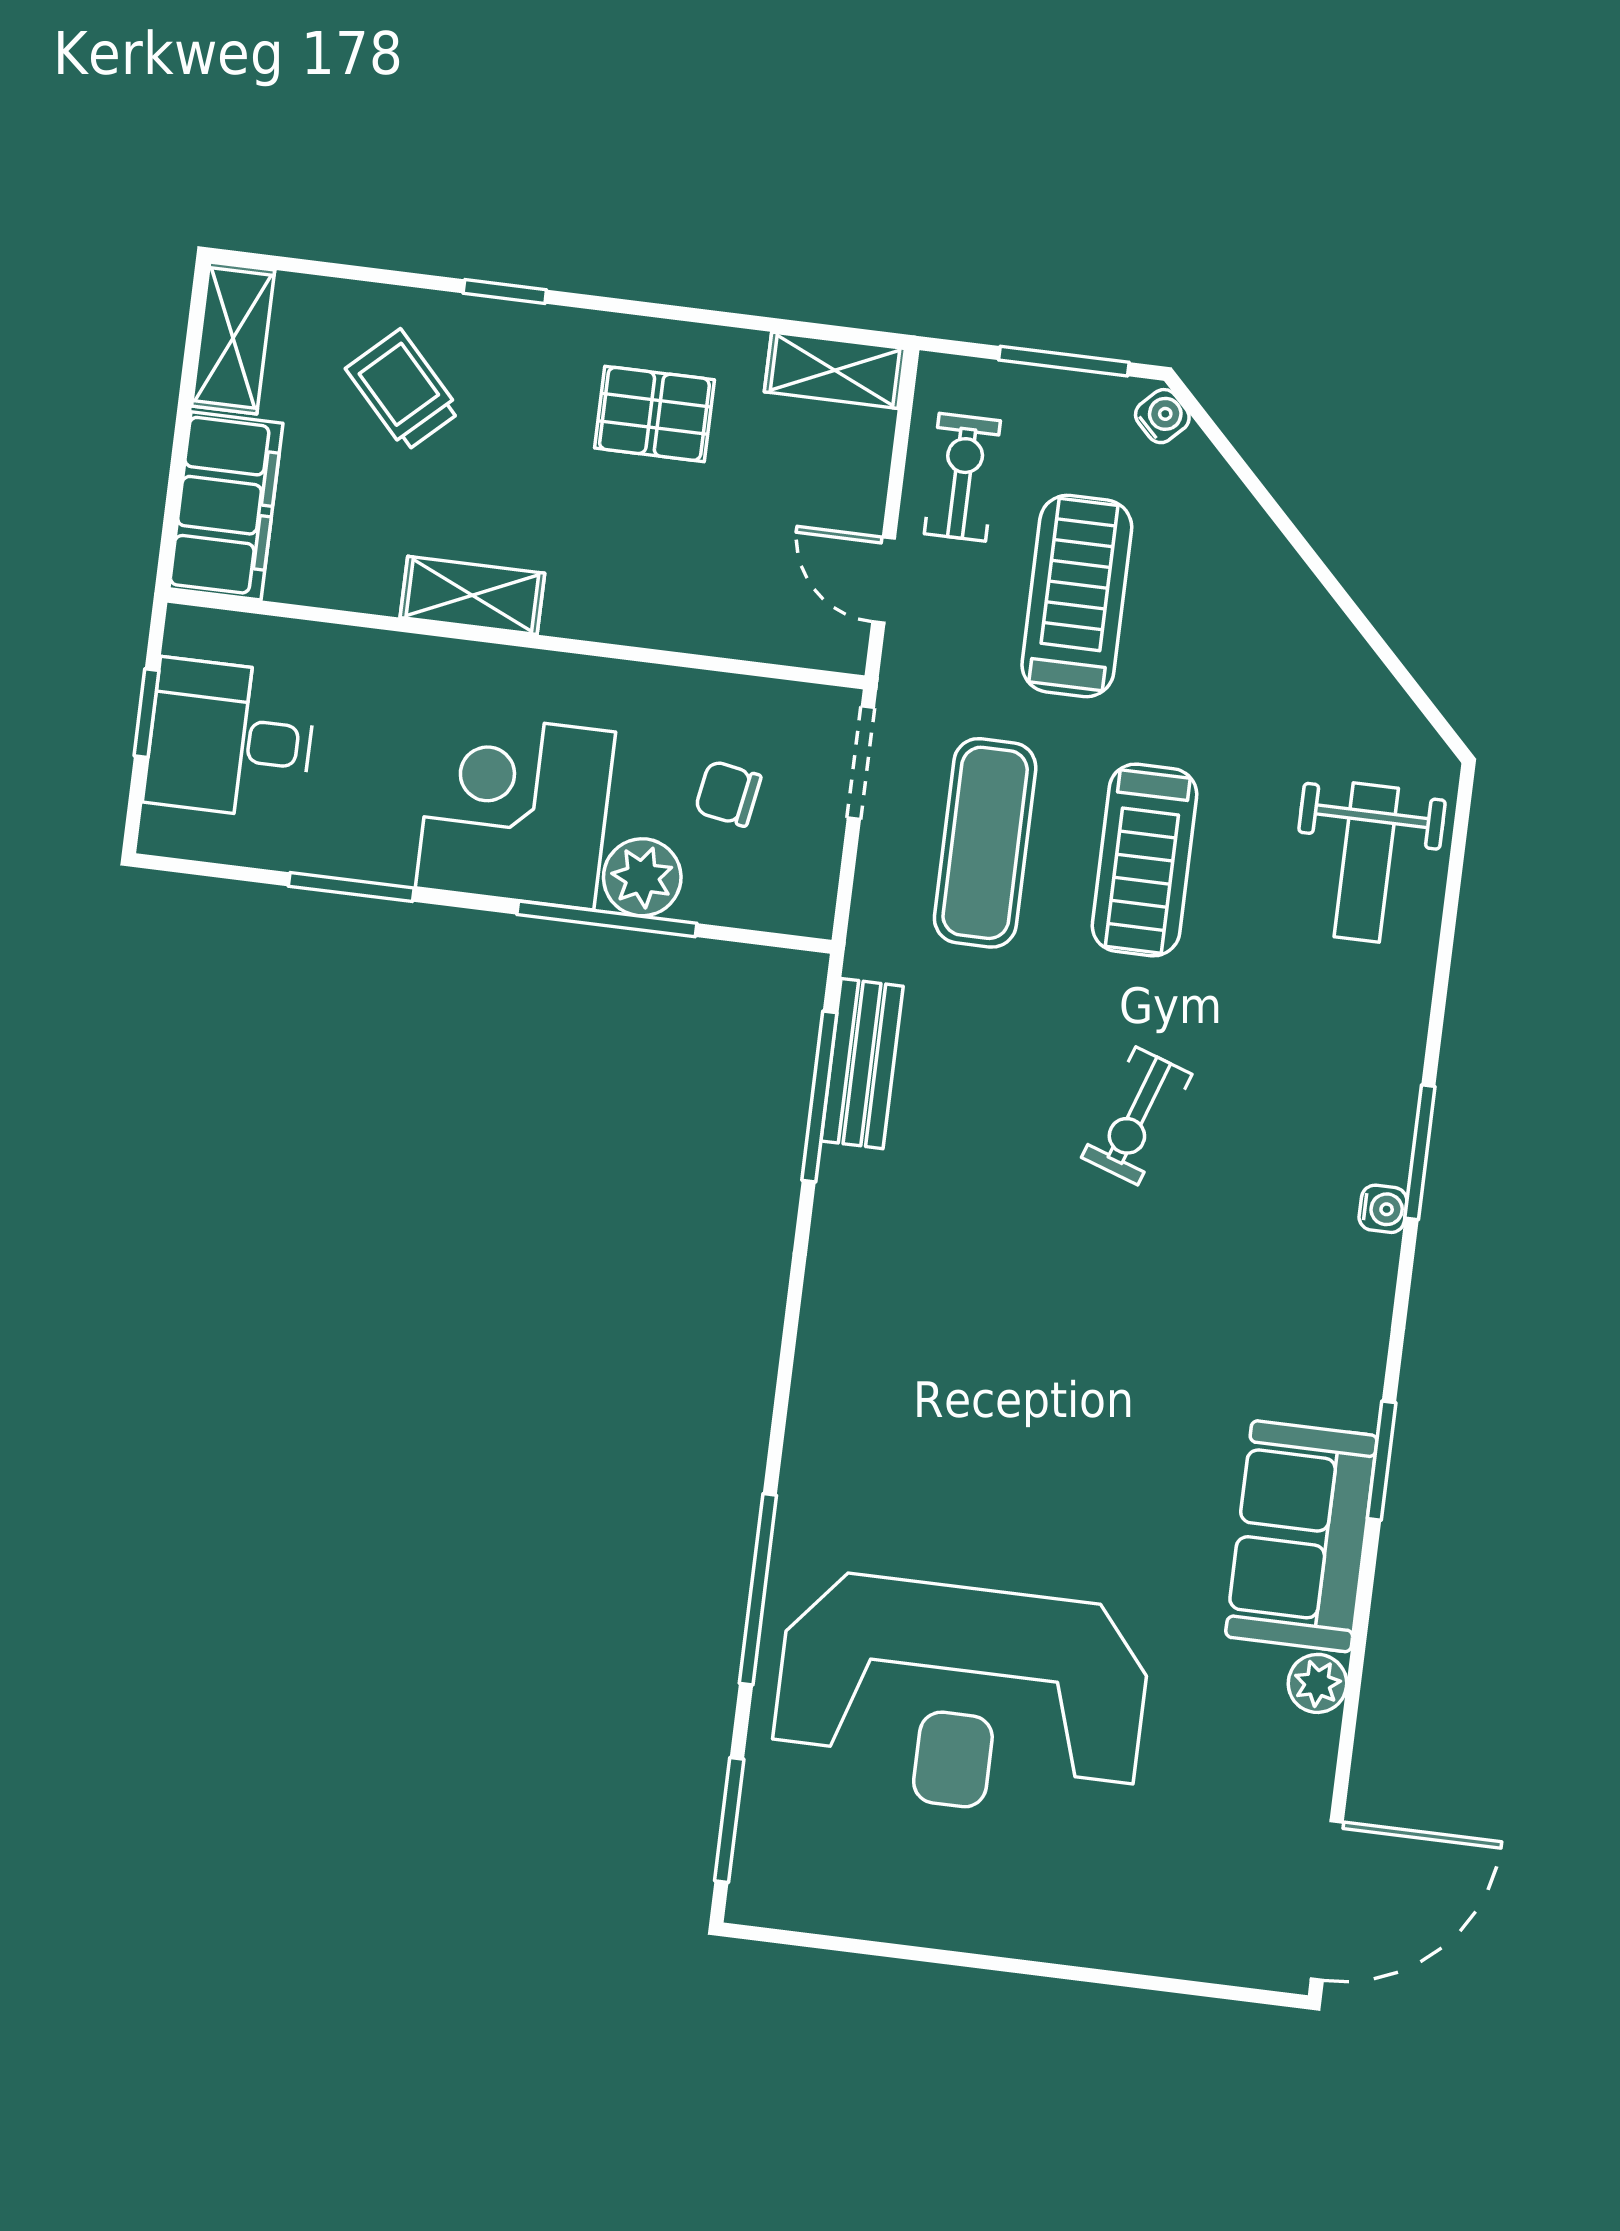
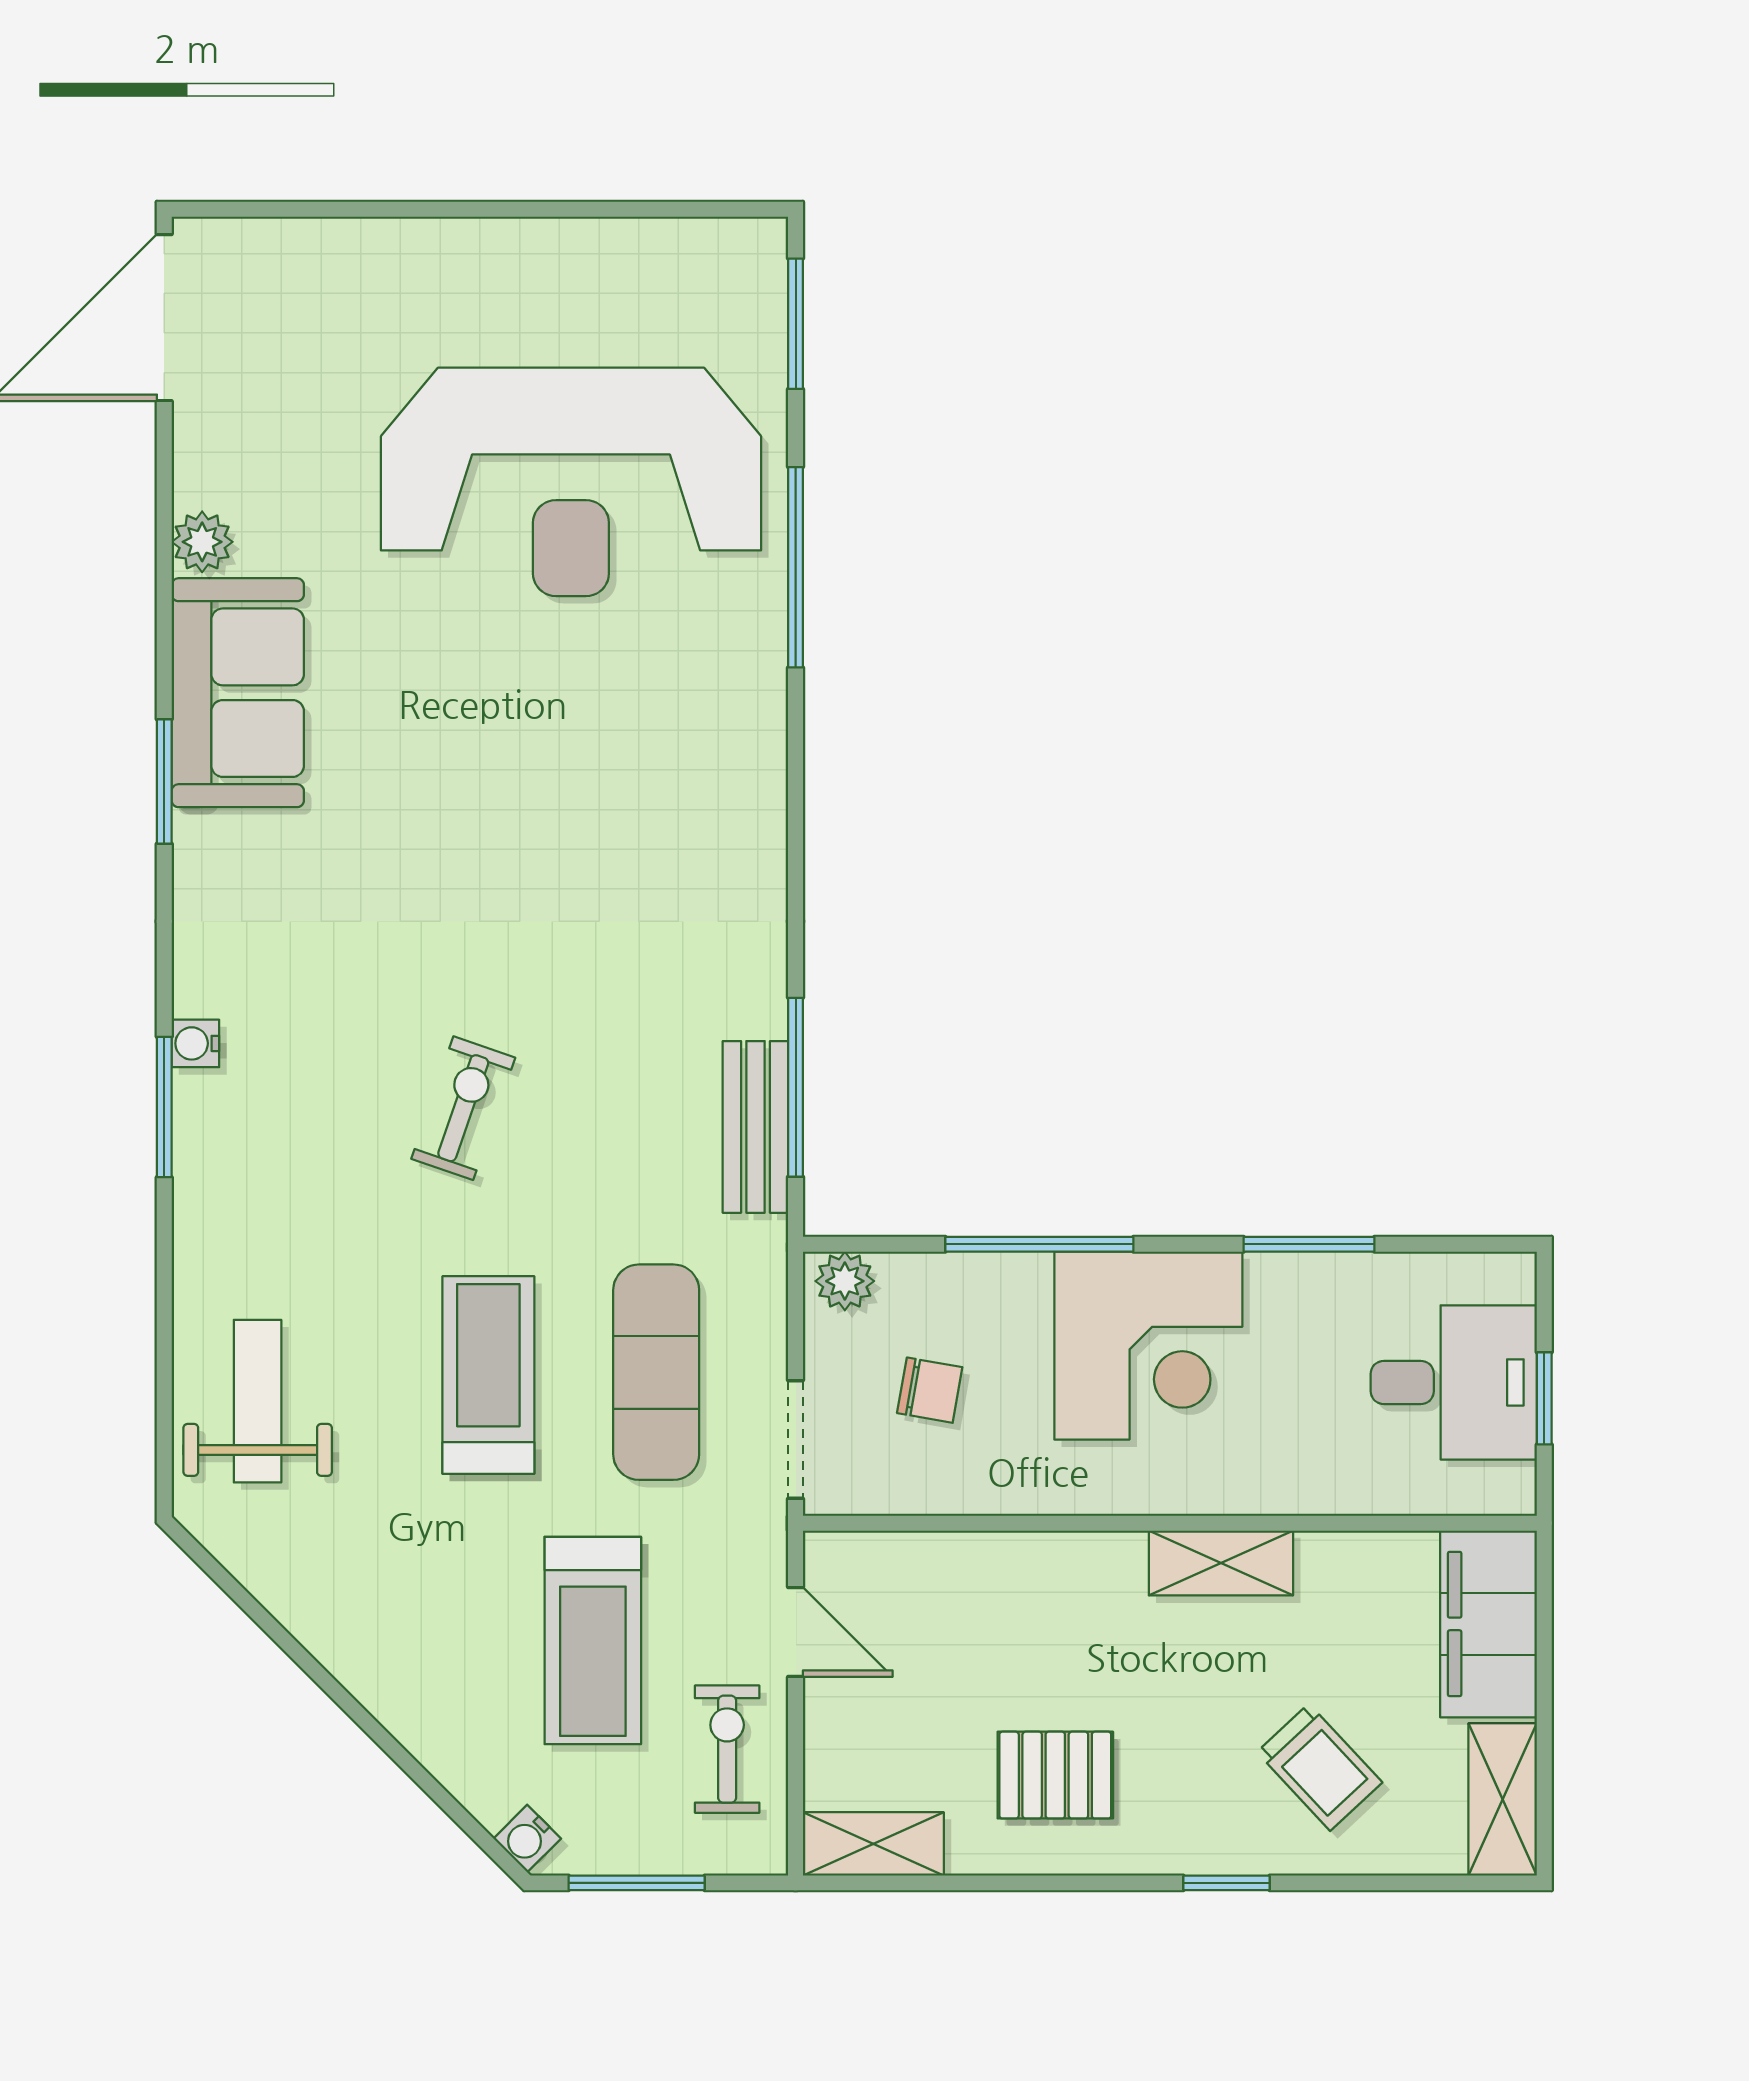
exercise bike: (962, 477) -> (727, 1749), turned 180
plant: (642, 877) -> (845, 1281), moved, width x0.73, depth x0.73
reception desk: (961, 1697) -> (571, 482), turned 180

